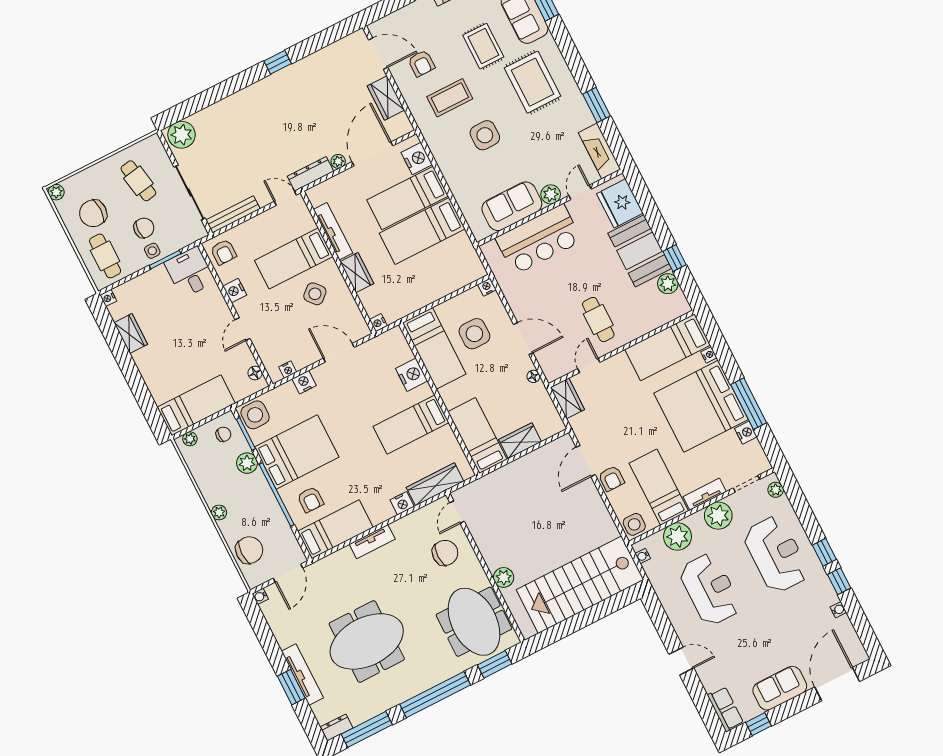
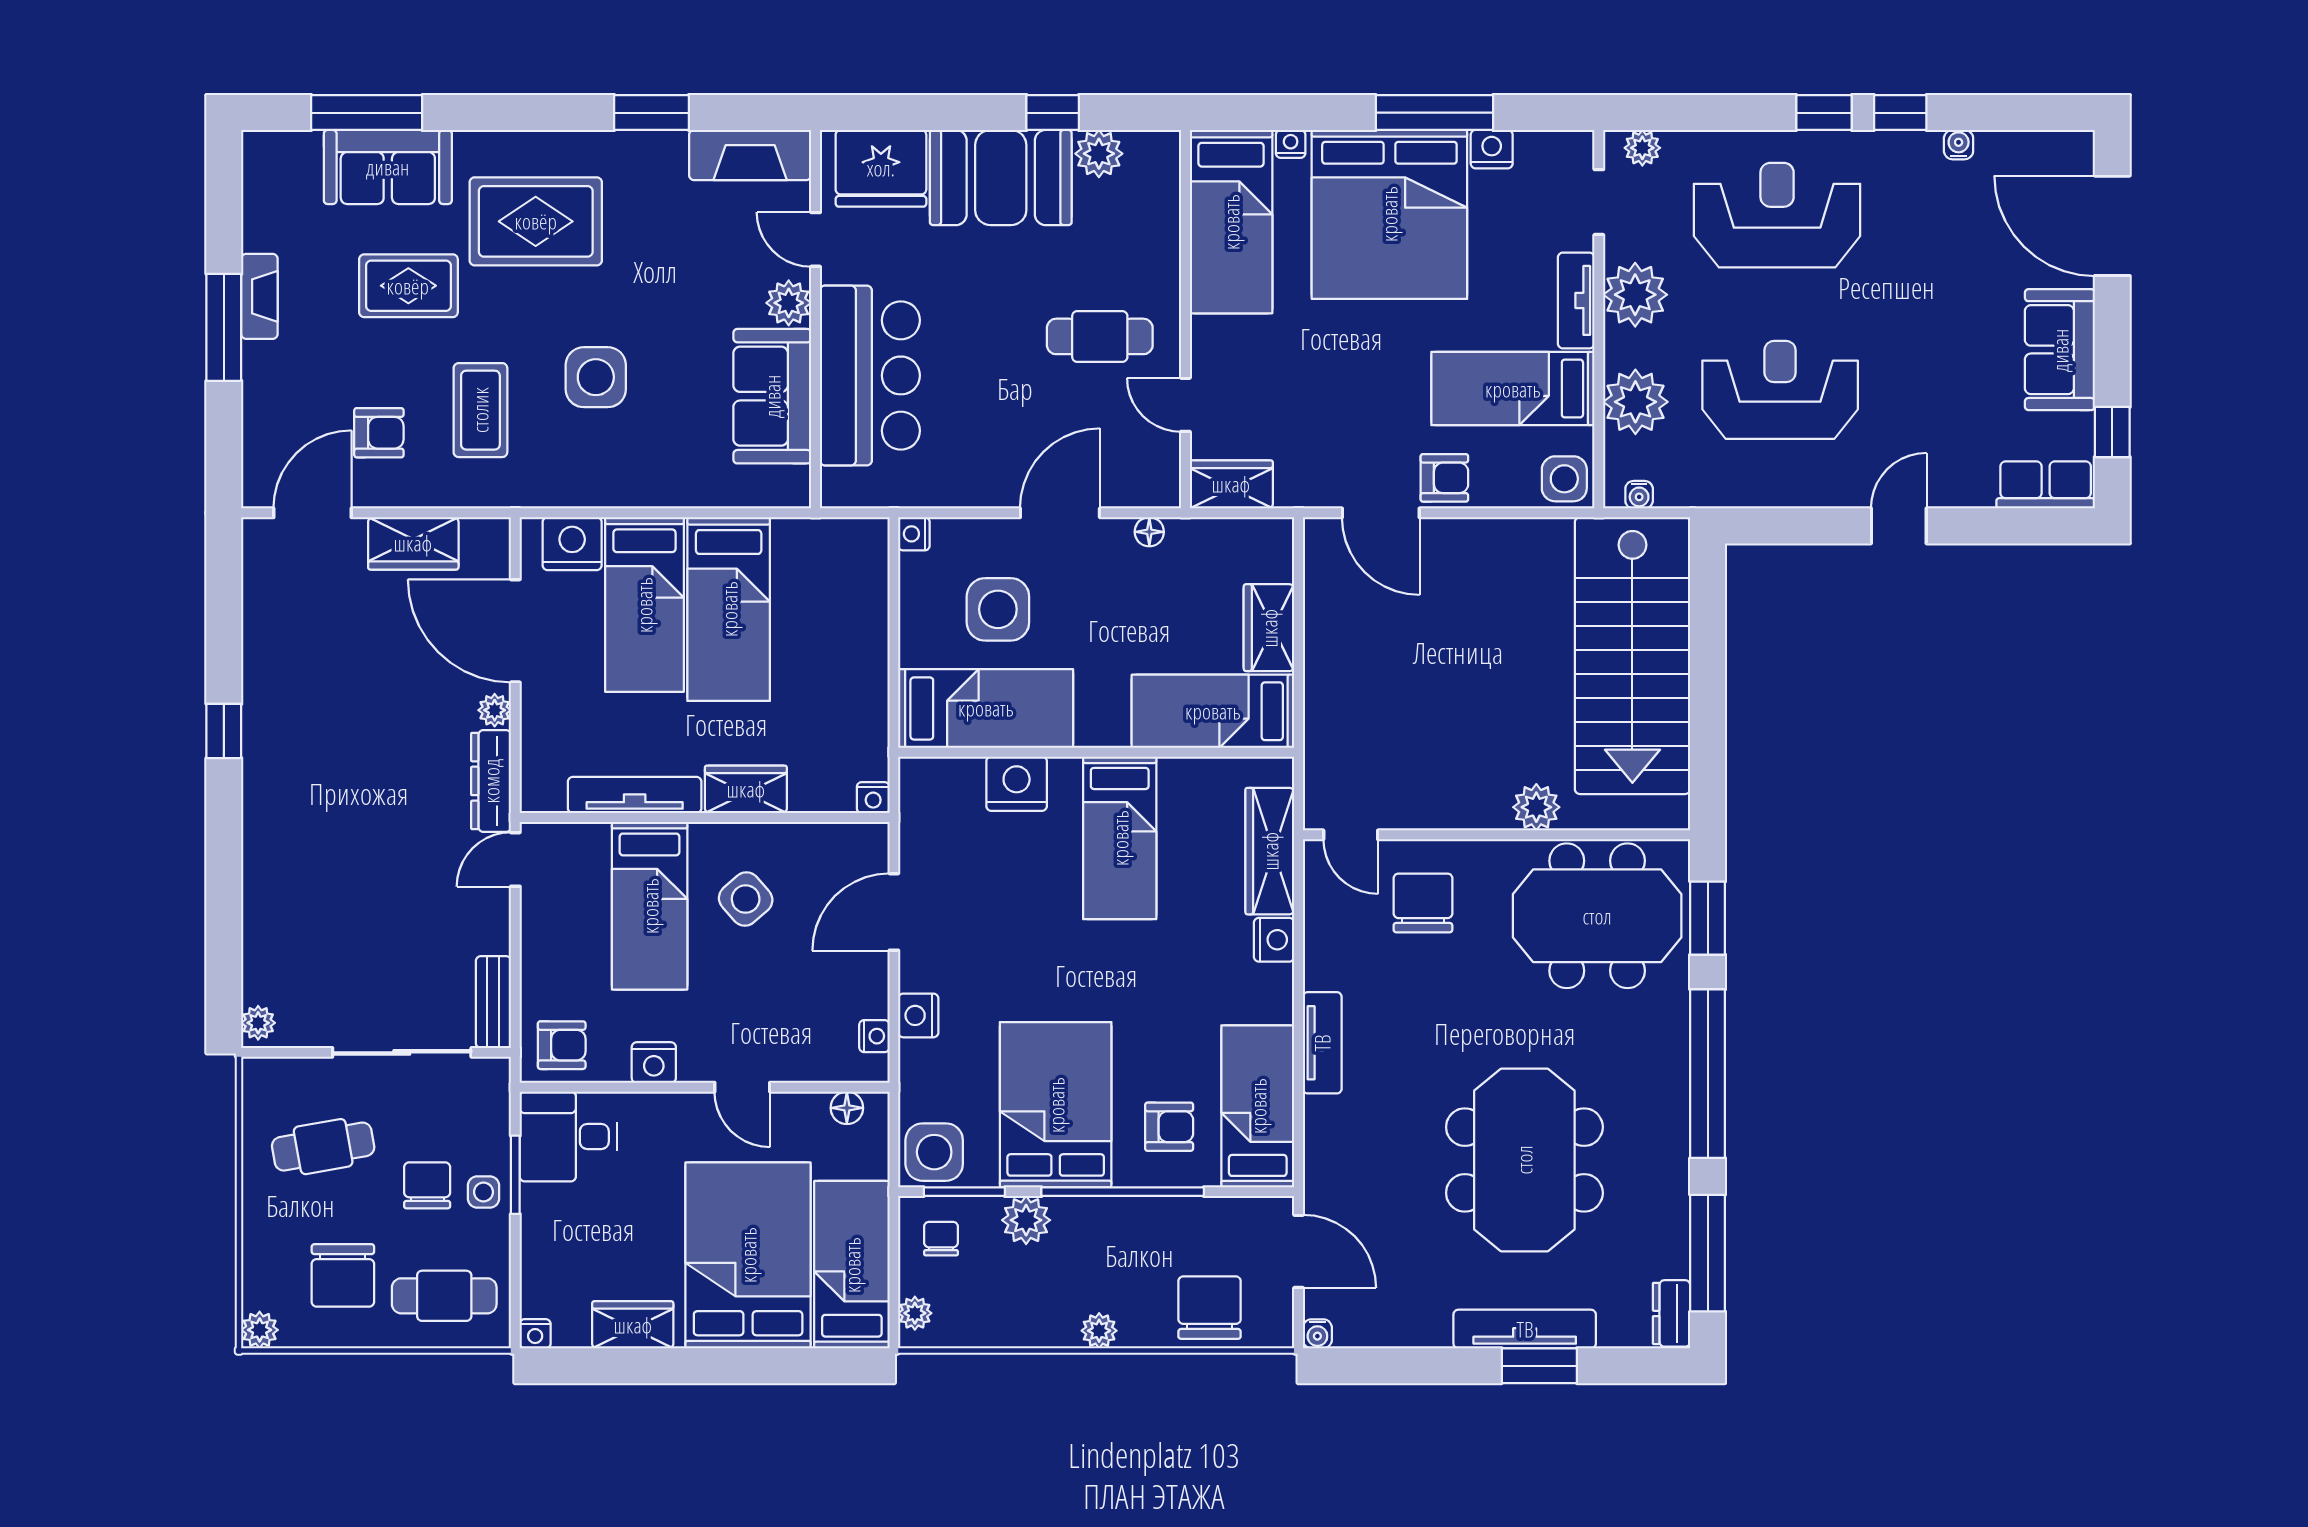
plant: (182, 135) -> (258, 1023), width x0.53, depth x0.53
bench: (233, 214) -> (493, 1002), width x0.73
bed: (179, 364) -> (748, 1255), added

